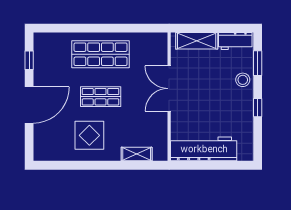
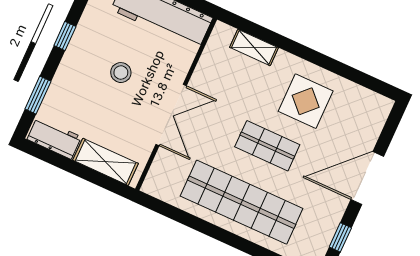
shop shelf: (101, 54) -> (242, 202), width x1.40
stool: (243, 80) -> (121, 73), moved

